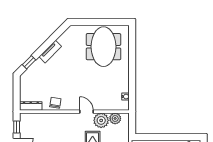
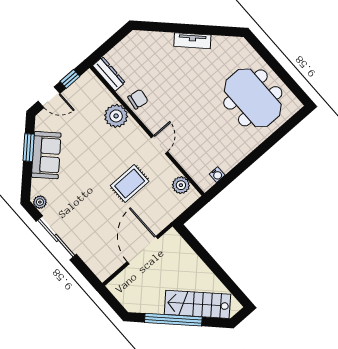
meeting table: (103, 47) -> (253, 98), turned 90
window: (29, 62) -> (158, 27), removed
plant: (101, 120) -> (116, 116), moved

